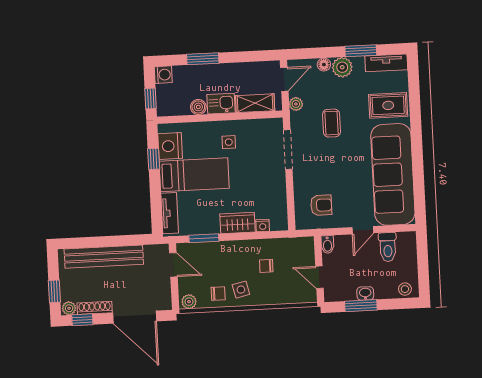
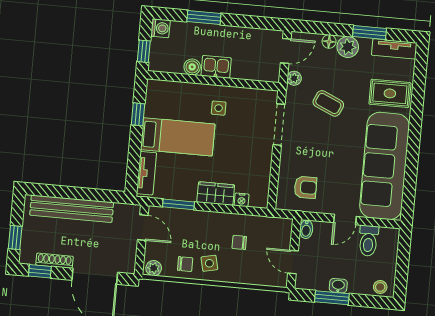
shelving: (255, 103) -> (252, 71), removed
coffee table: (332, 123) -> (328, 103), turned -66
nightstand: (170, 146) -> (157, 103), removed
plant: (69, 308) -> (28, 257), removed

